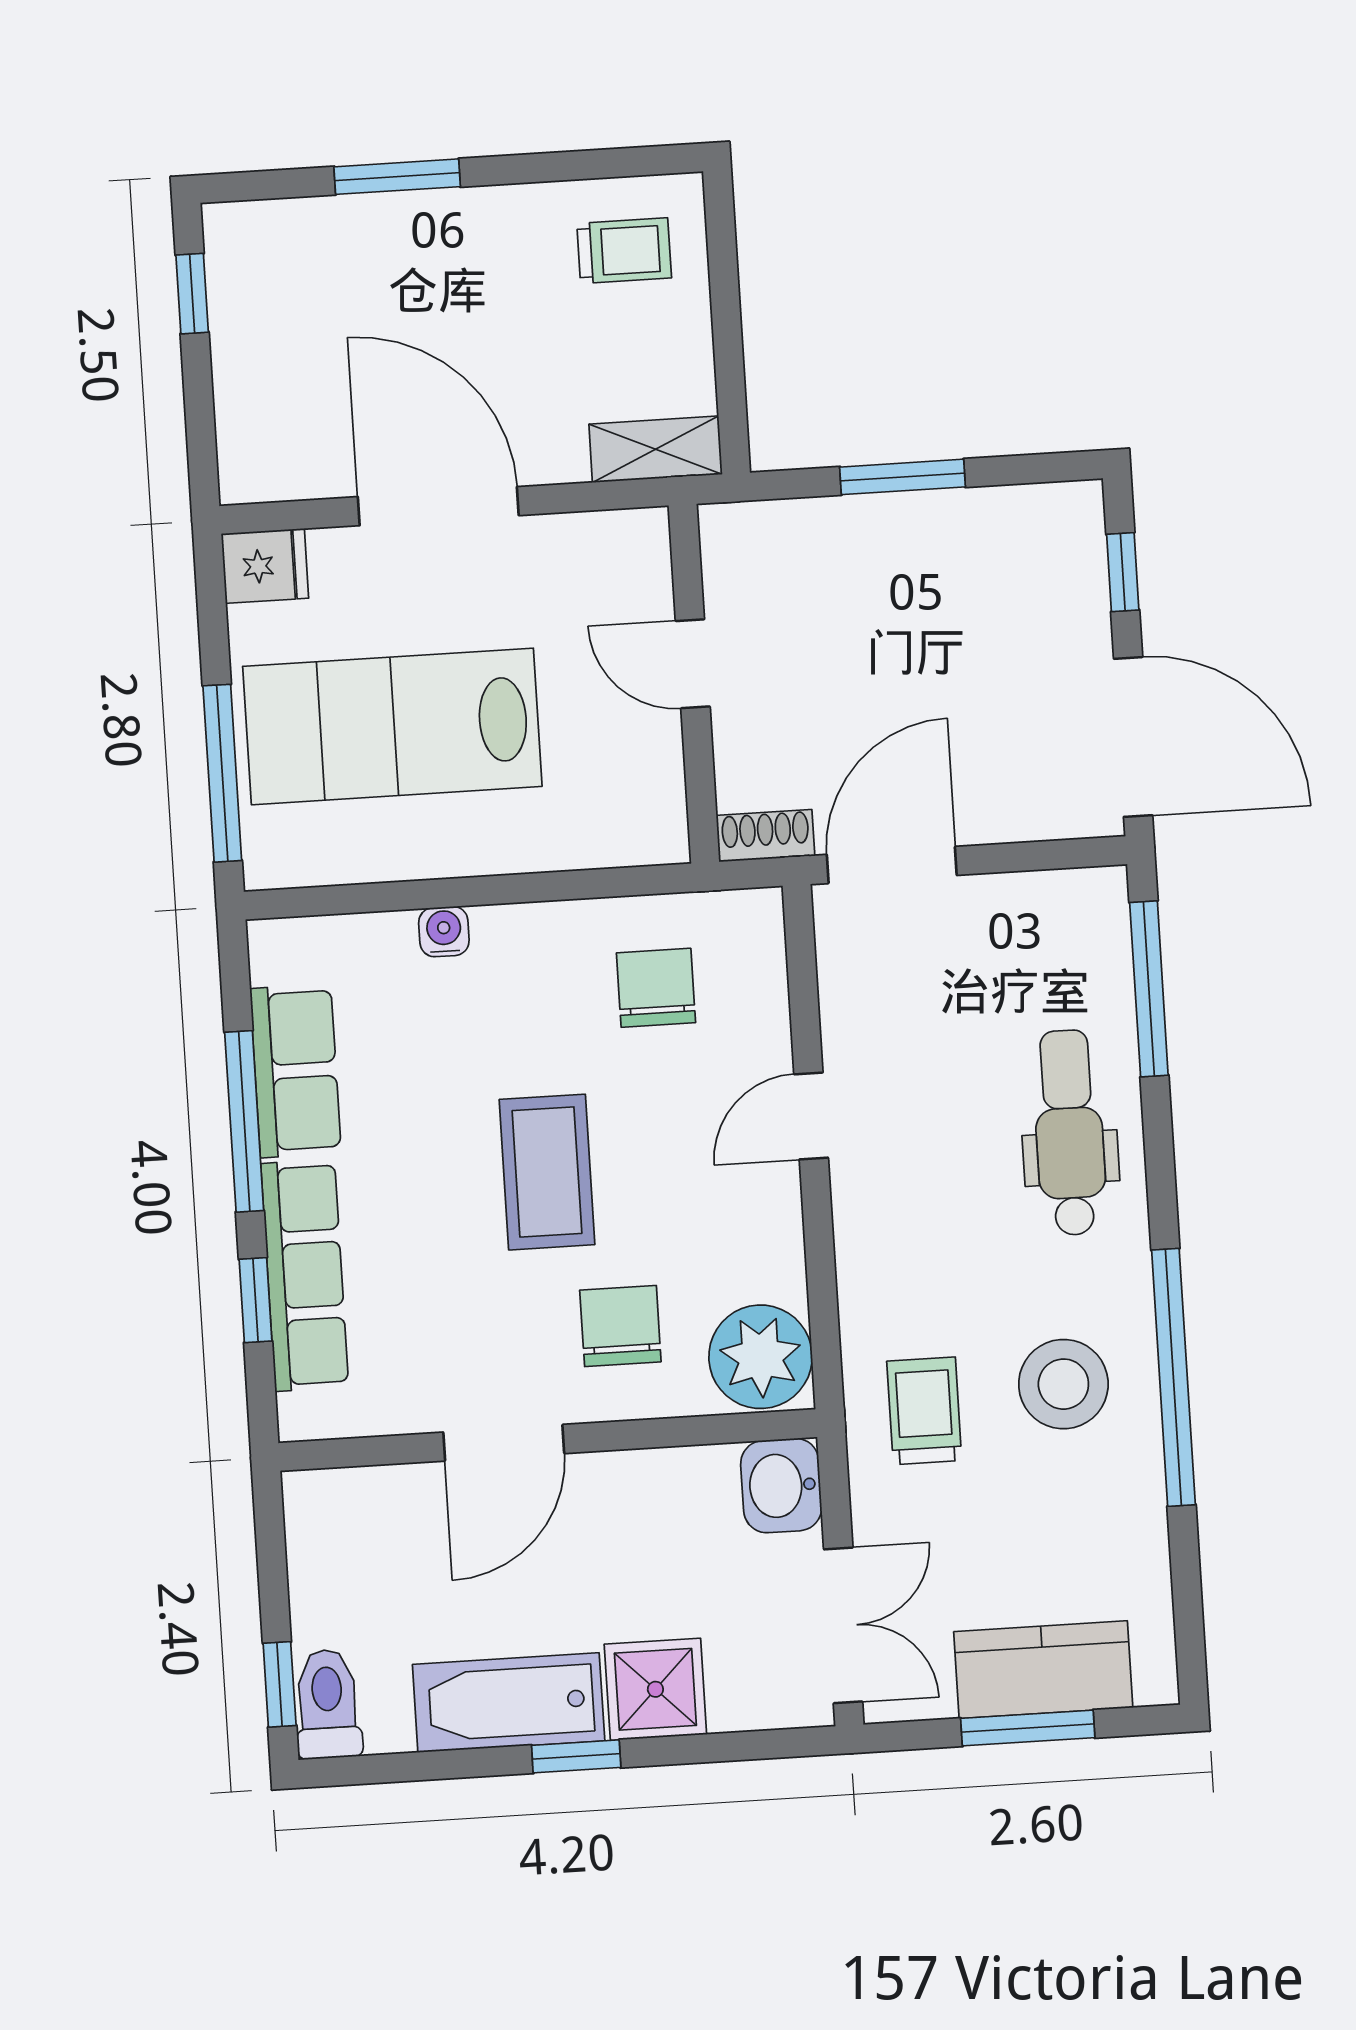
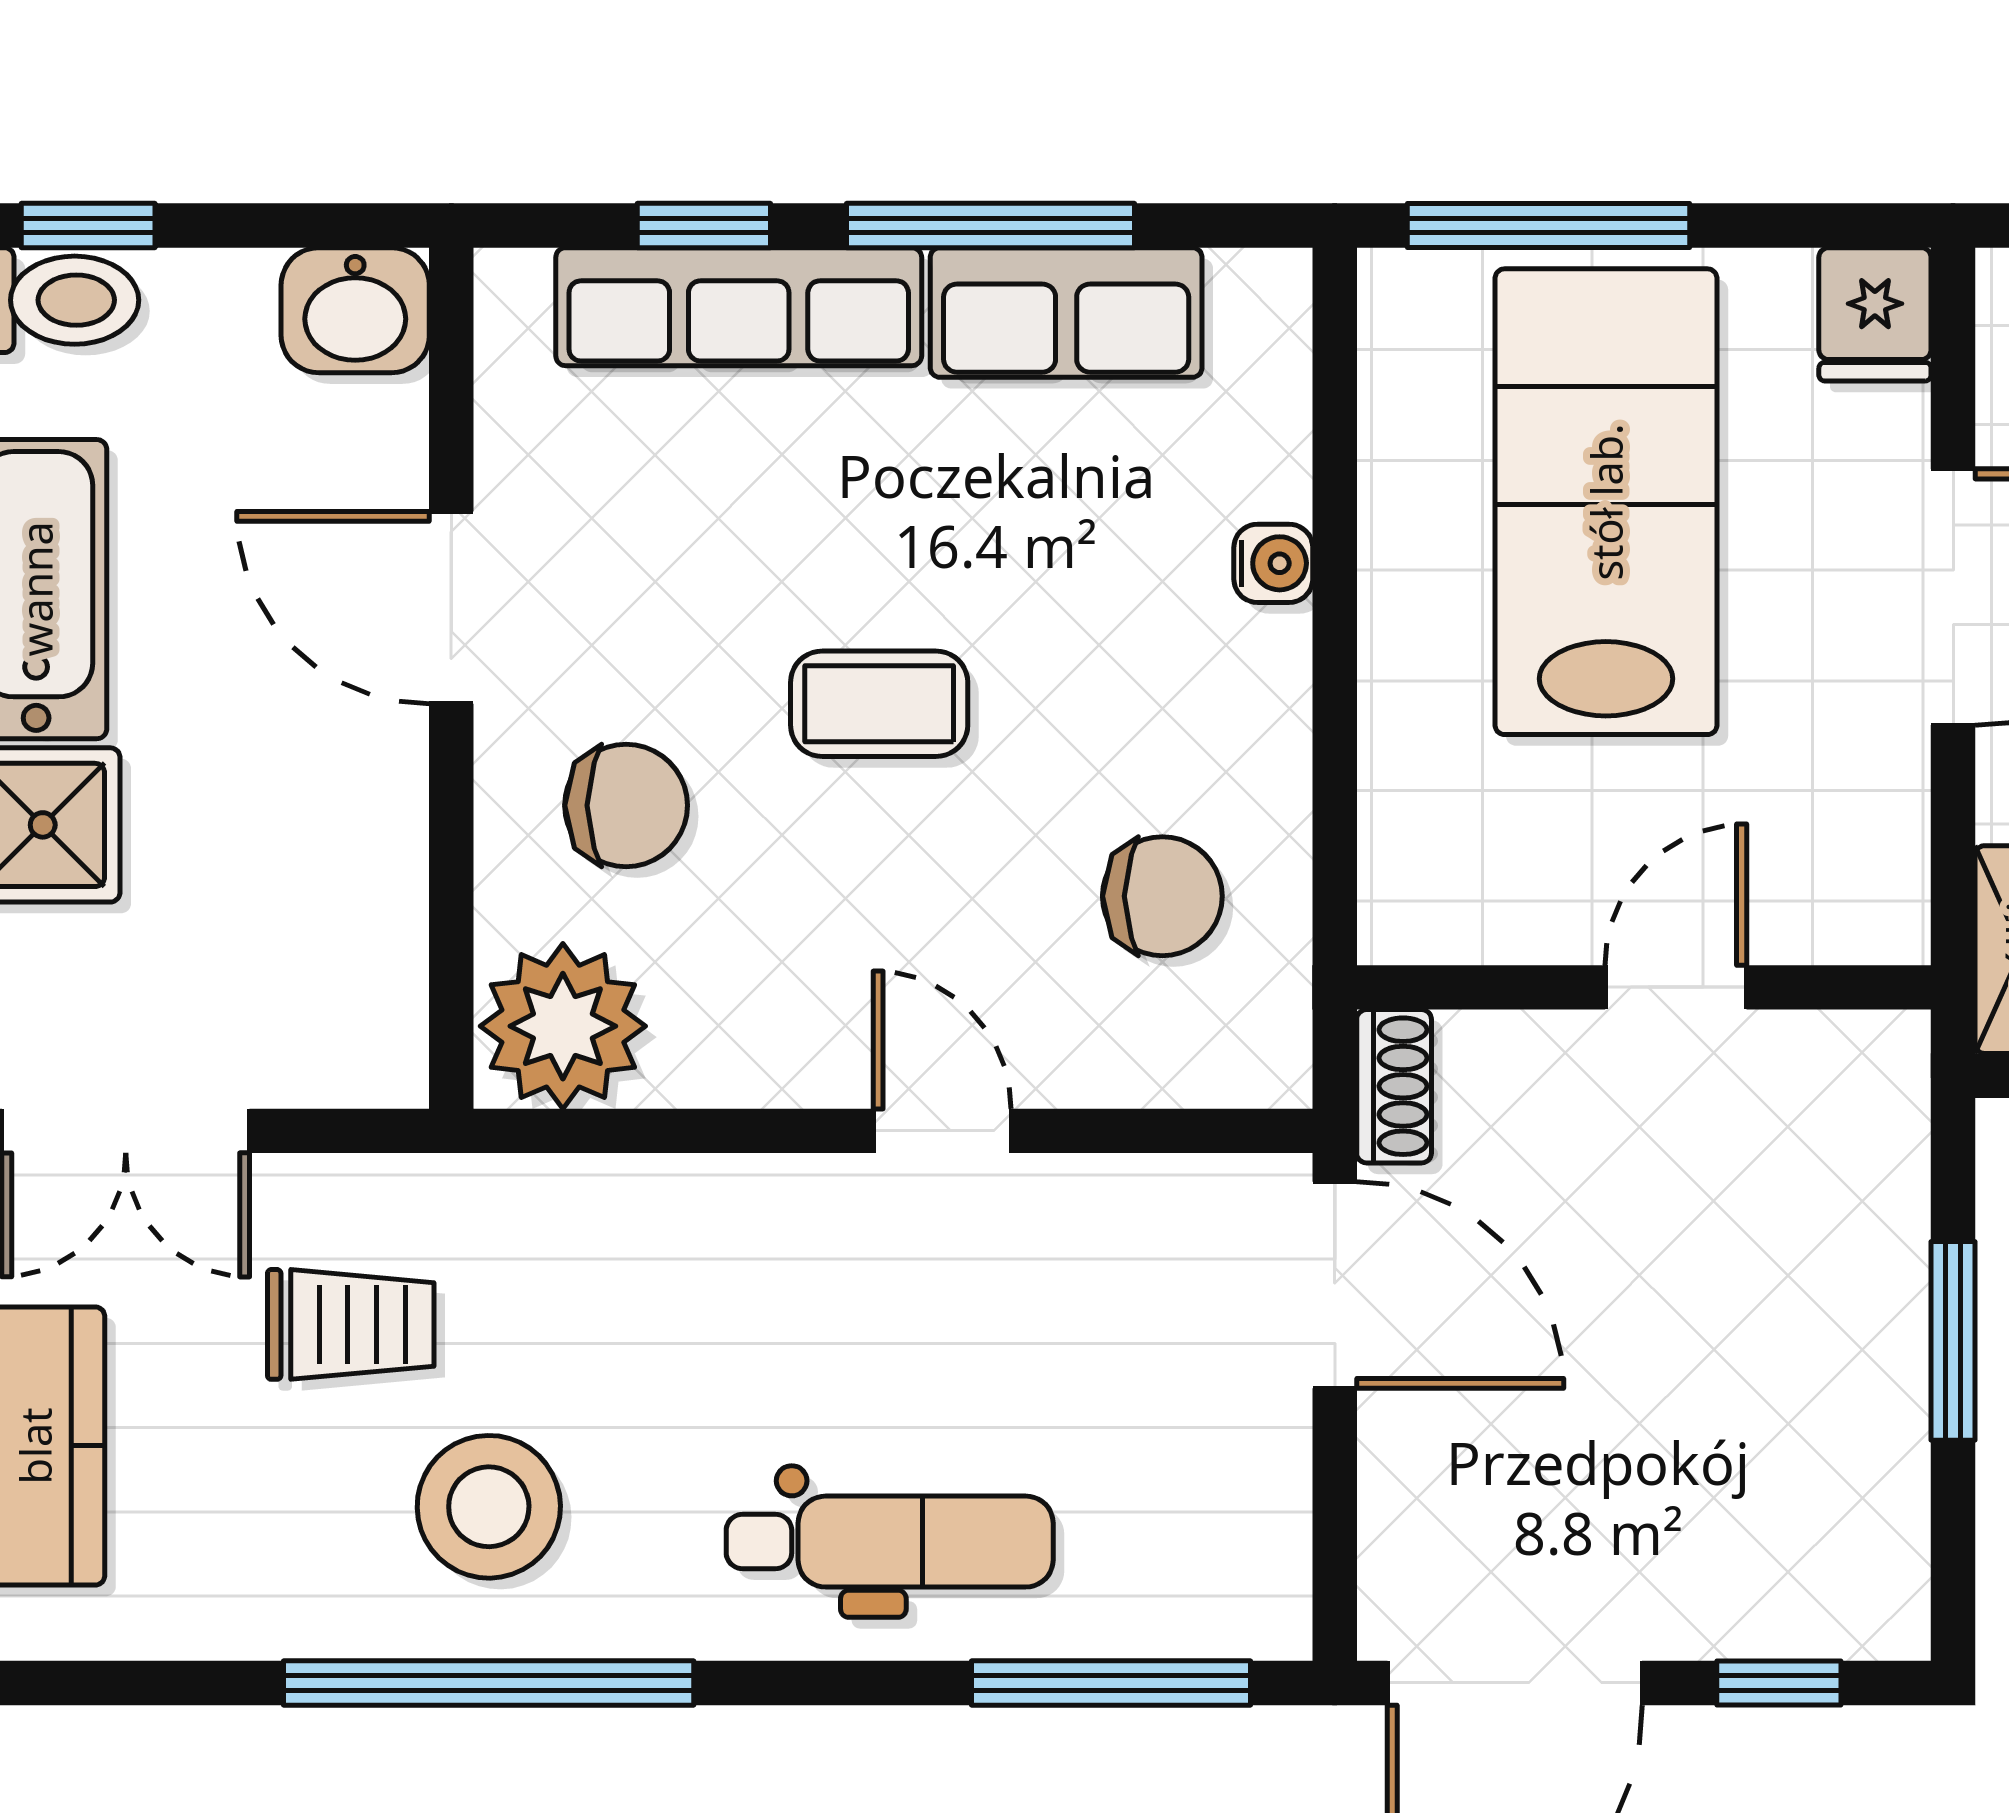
coffee table: (547, 1172) -> (879, 704), width x0.73, depth x0.77
trolley: (924, 1411) -> (351, 1324), moved
washbasin: (781, 1486) -> (355, 310), moved, turned 180

